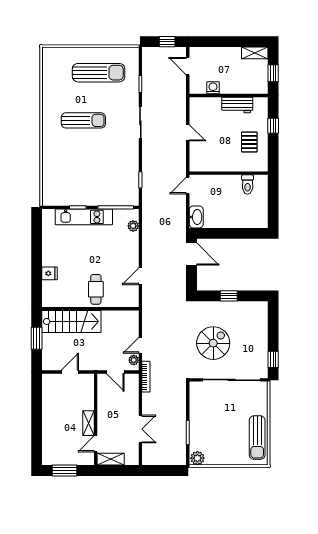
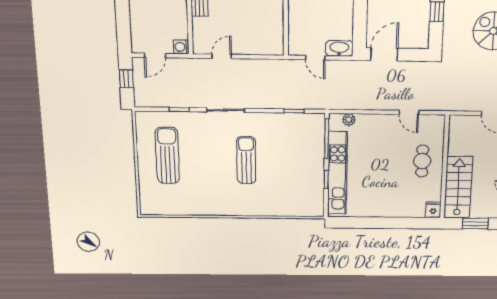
washing machine: (213, 88) -> (181, 47), moved
sun lounger: (83, 120) -> (246, 160), moved
door: (188, 133) -> (222, 56), moved
door: (188, 186) -> (315, 58), moved
kitchen unit: (84, 217) -> (337, 173), width x1.36
fridge: (50, 273) -> (433, 210), moved
cafe table: (96, 289) -> (422, 161), turned 90

